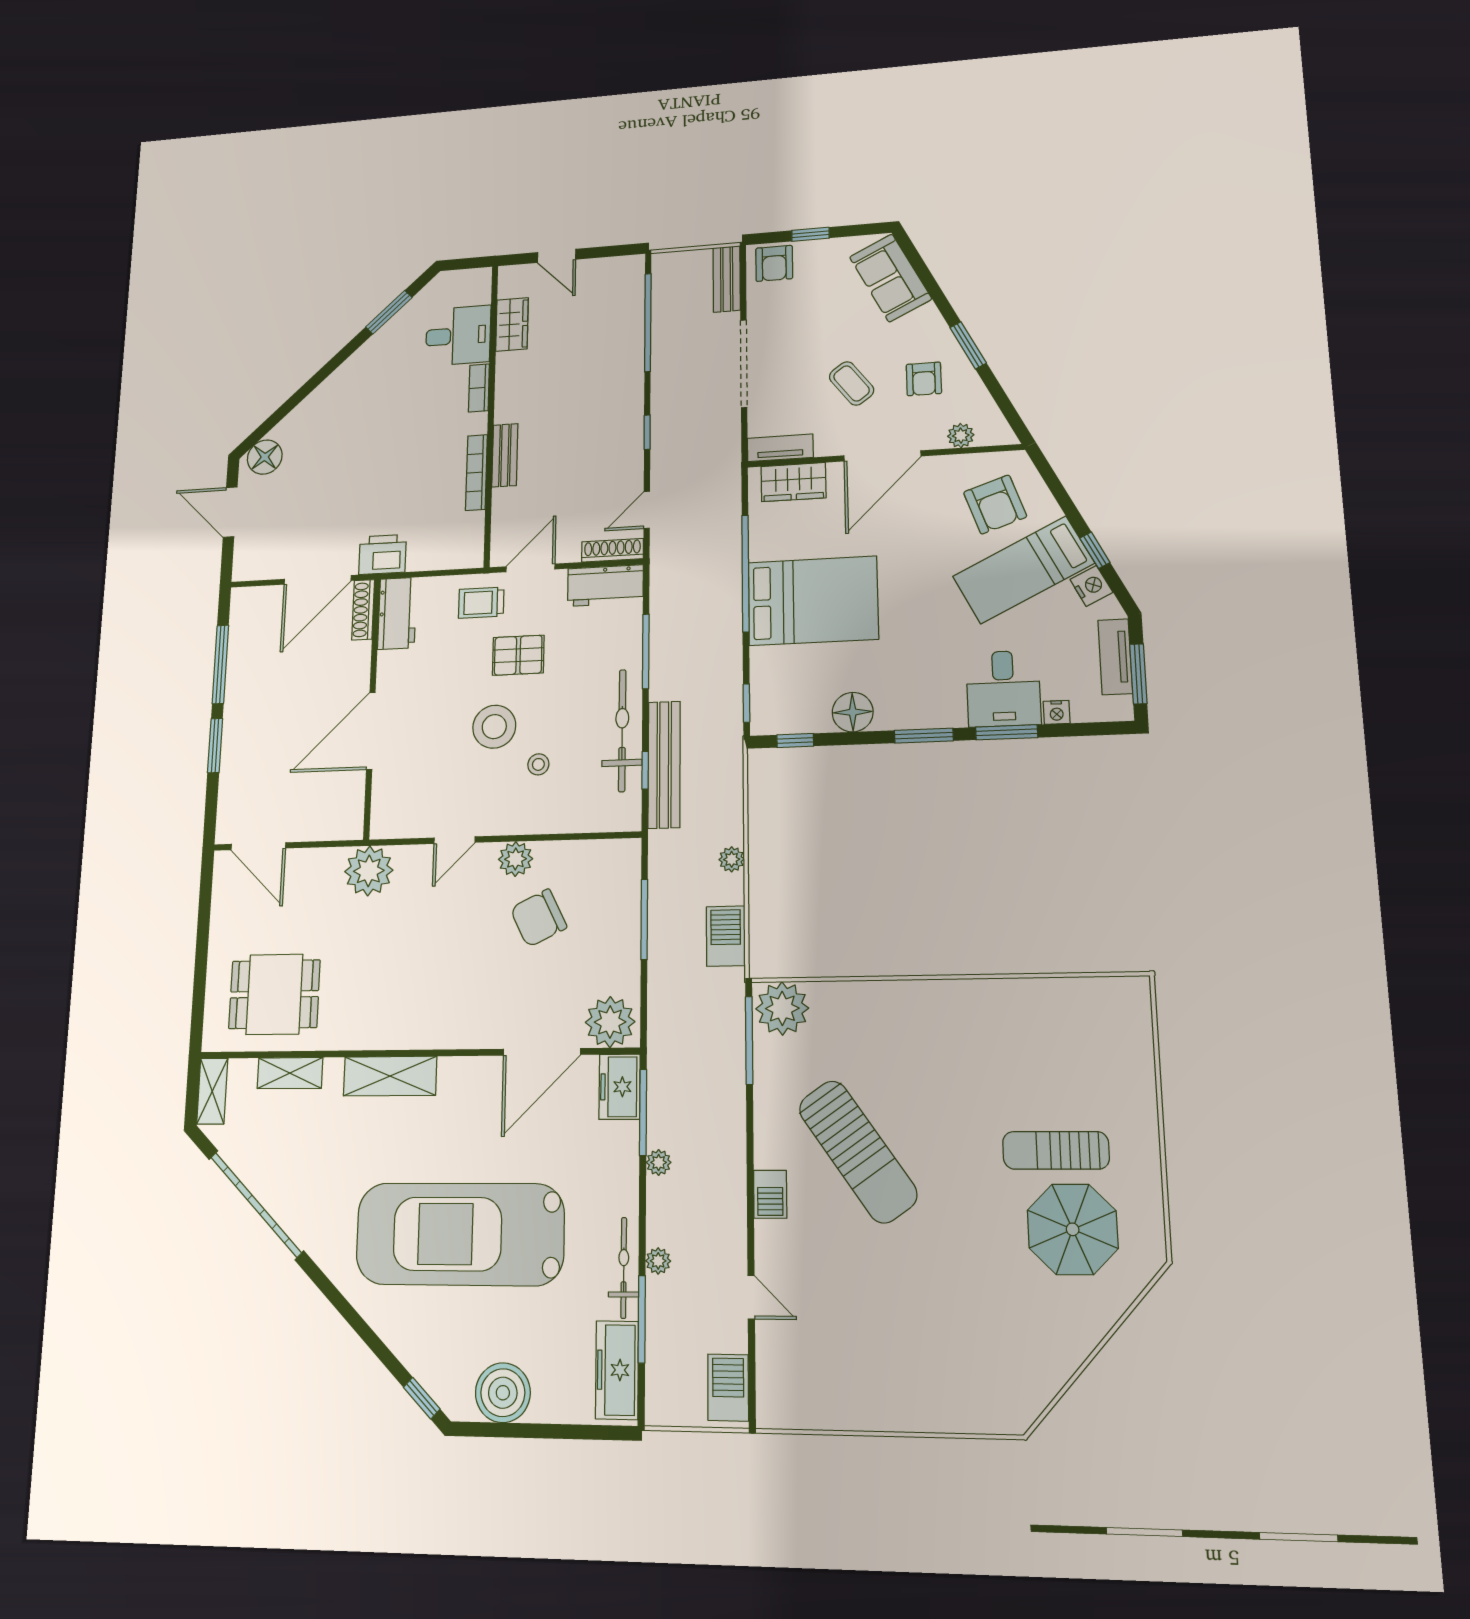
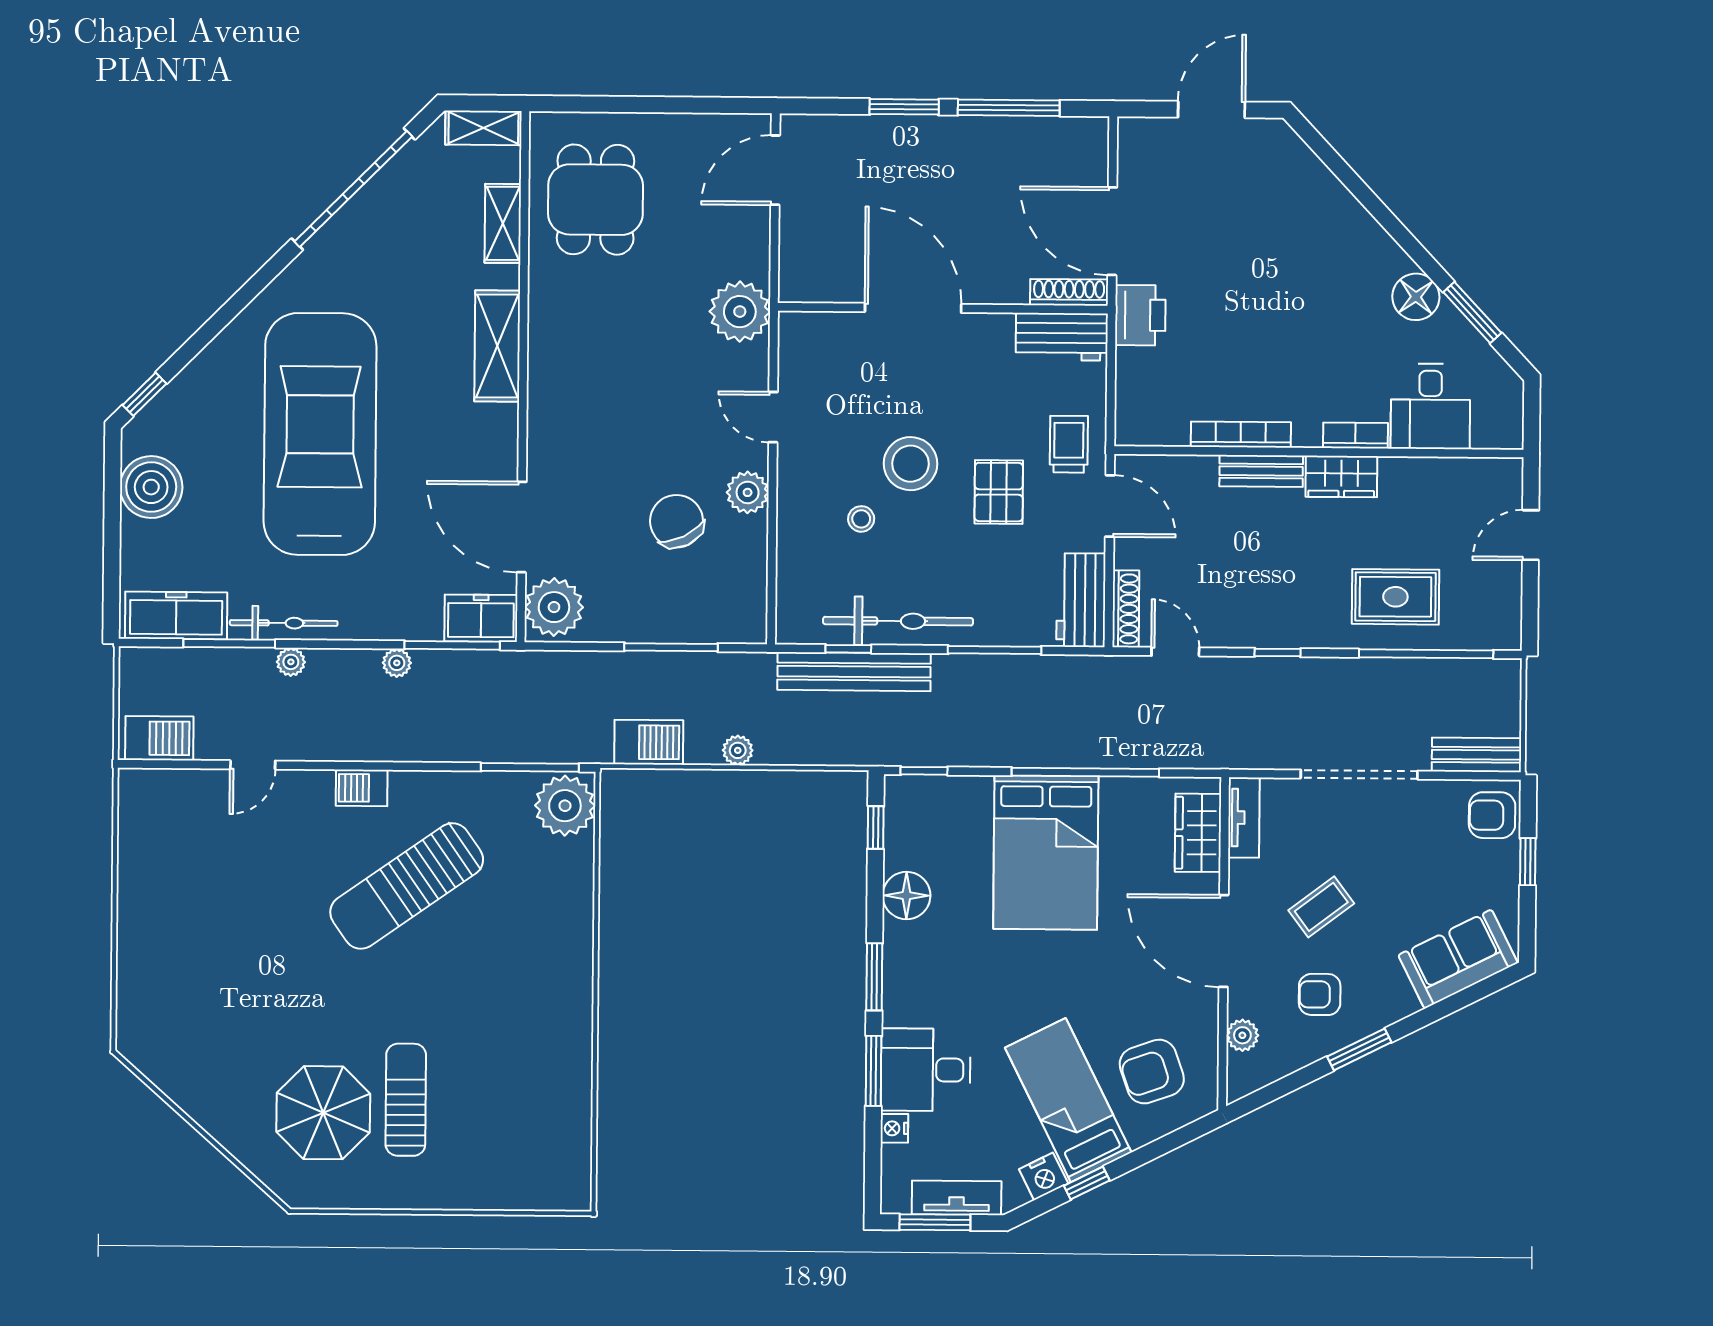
wardrobe: (512, 324) -> (1341, 476), moved
rug: (603, 349) -> (1395, 597), added
floor lamp: (265, 457) -> (1416, 297), moved

